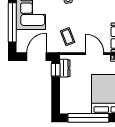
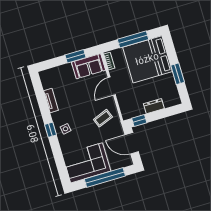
dresser: (65, 68) -> (154, 106), moved
window: (88, 118) -> (178, 74), width x0.47

